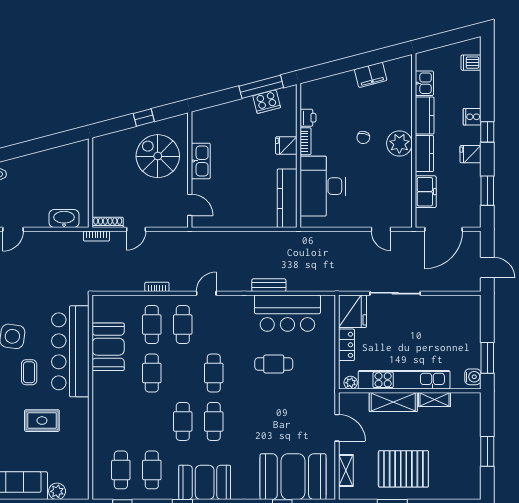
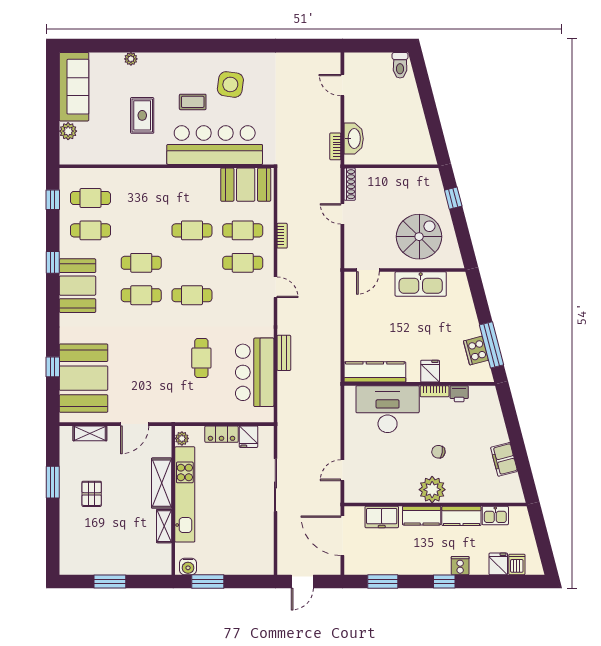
window: (144, 117) -> (453, 198), moved
fridge: (470, 154) -> (498, 564), moved
kitchen sink: (201, 161) -> (421, 284), width x1.36, depth x1.24
bookcase: (96, 236) -> (335, 146), moved
fridge: (352, 311) -> (248, 437), width x0.53, depth x0.75
booth: (108, 347) -> (246, 185), moved
pallet: (403, 469) -> (92, 494), width x0.49, depth x0.50

